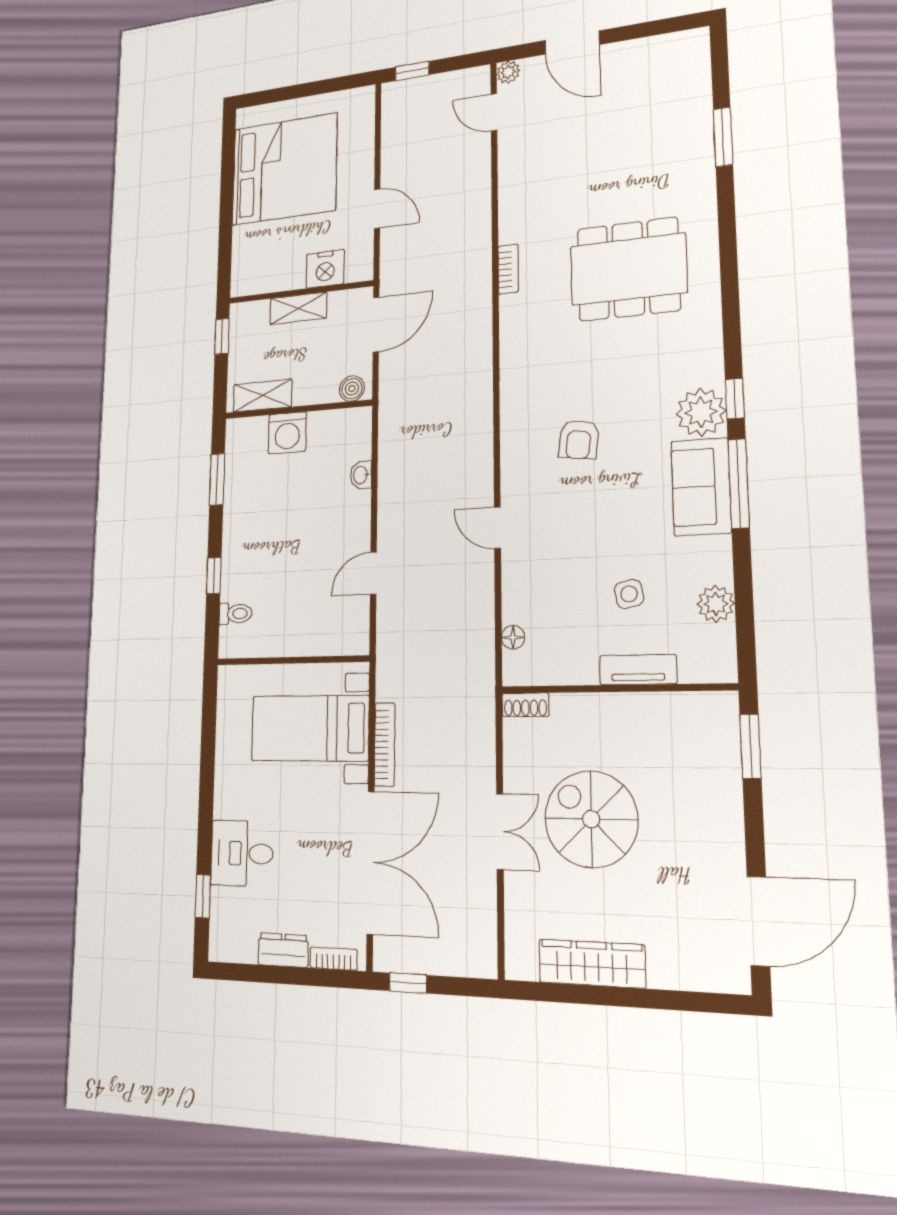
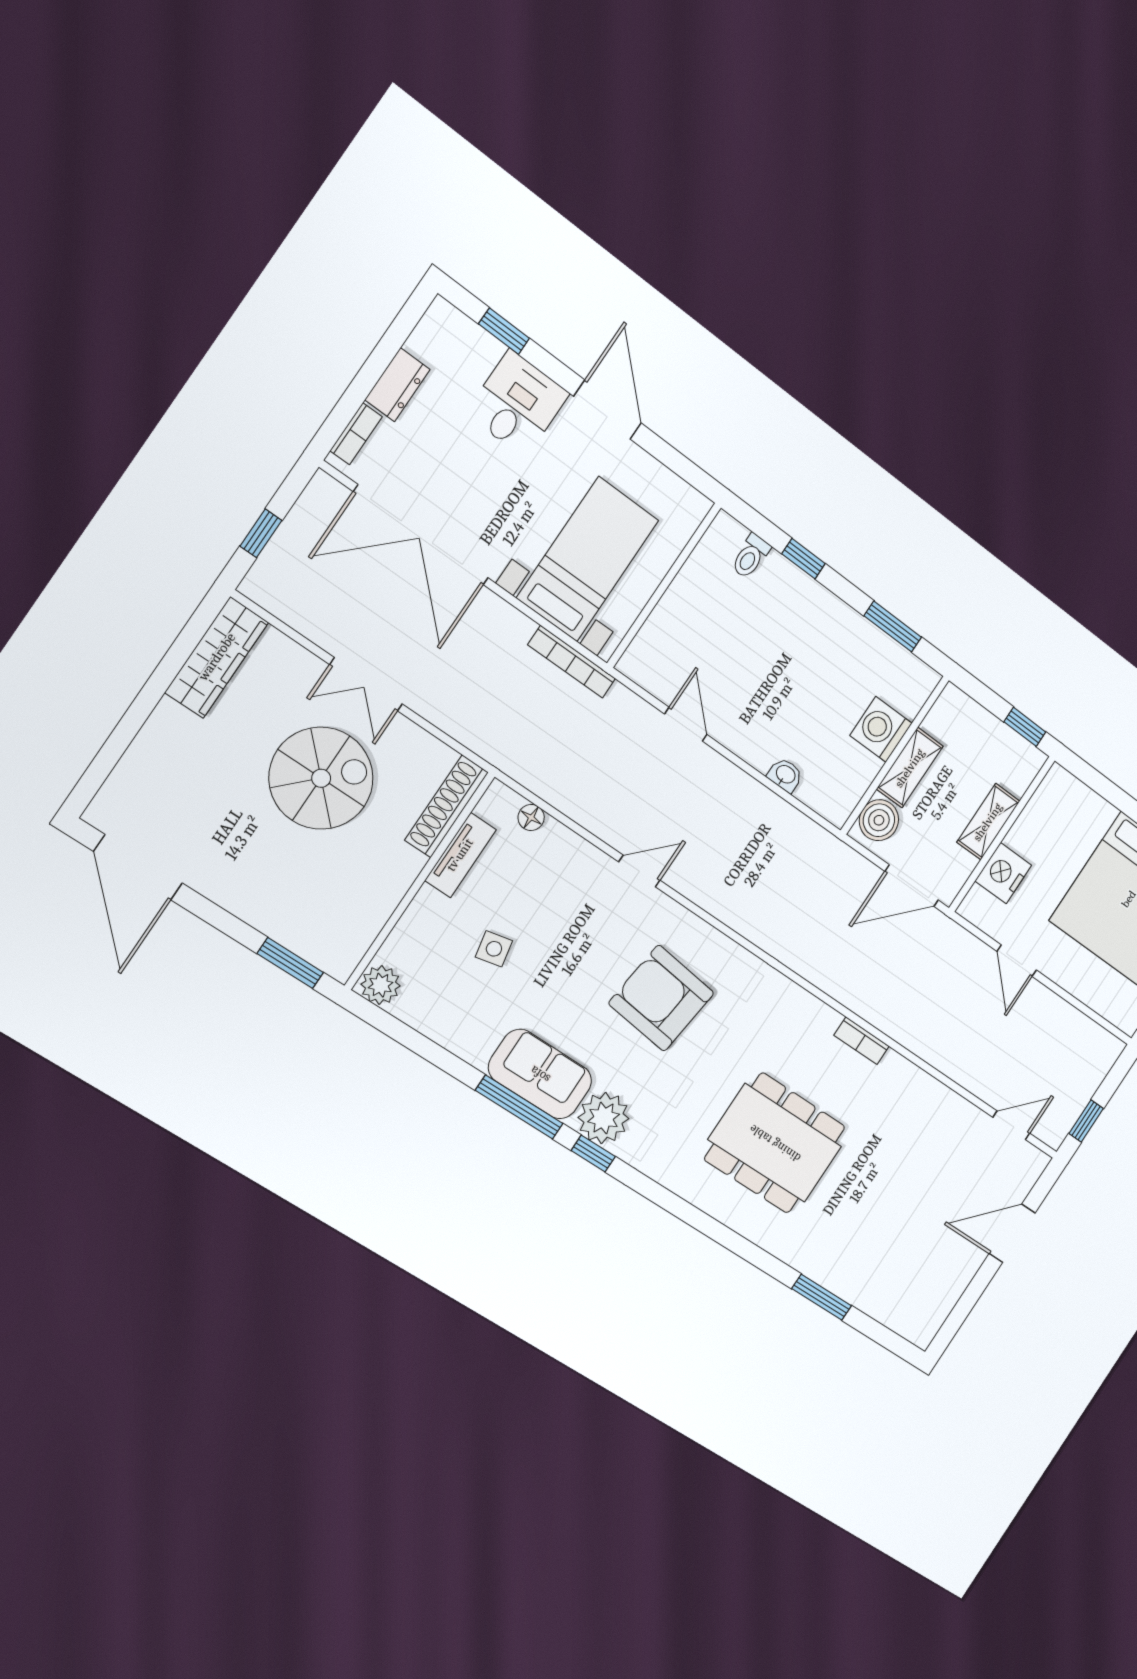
window: (412, 71) -> (1086, 1121), moved
plant: (508, 72) -> (1036, 1162), removed
door: (377, 209) -> (1017, 961), hinge flipped
dining table: (628, 269) -> (775, 1143), turned 90
door: (376, 325) -> (912, 886), hinge flipped
boiler: (352, 389) -> (879, 820), width x1.36, depth x1.36
shelving: (262, 396) -> (910, 768), moved
armchair: (579, 440) -> (661, 998), width x1.88, depth x1.88
plant: (716, 604) -> (381, 985), moved
tv unit: (638, 670) -> (460, 855), moved
shoe rack: (525, 705) -> (447, 806), width x1.94, depth x1.24
bookcase: (385, 744) -> (572, 662), moved
door: (207, 786) -> (608, 410), added
wardrobe: (592, 964) -> (217, 657), moved
window: (408, 983) -> (261, 533), moved

